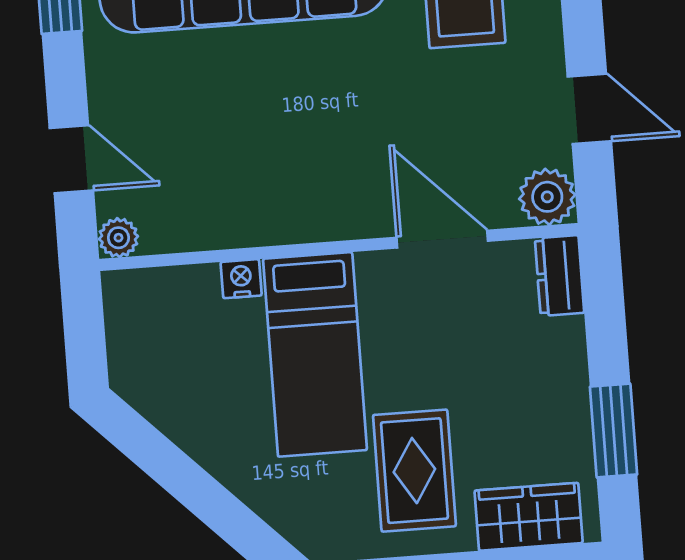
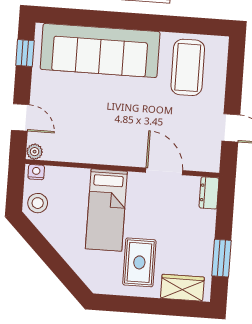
plant: (547, 197) -> (209, 161), removed
nightstand: (241, 279) -> (36, 172), moved
stool: (145, 362) -> (38, 203), added

